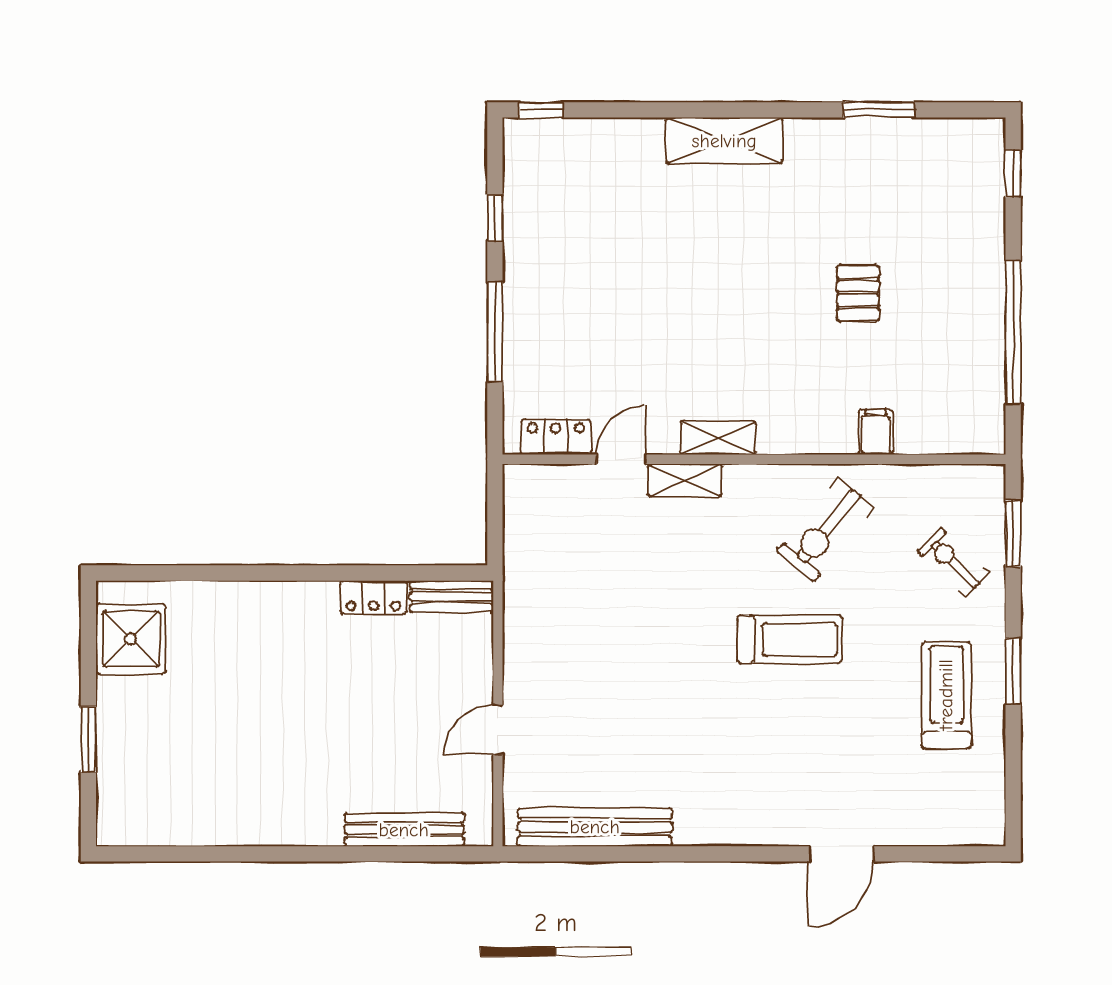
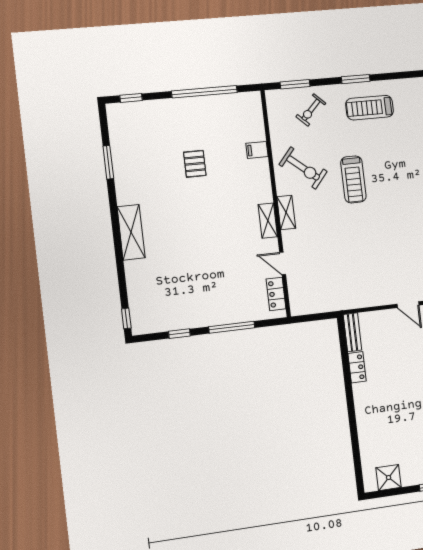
pallet: (858, 293) -> (195, 164), turned 90
shelving: (685, 480) -> (286, 212), moved
shower: (131, 639) -> (389, 478), width x0.73, depth x0.73
treadmill: (790, 639) -> (353, 179), turned 180

